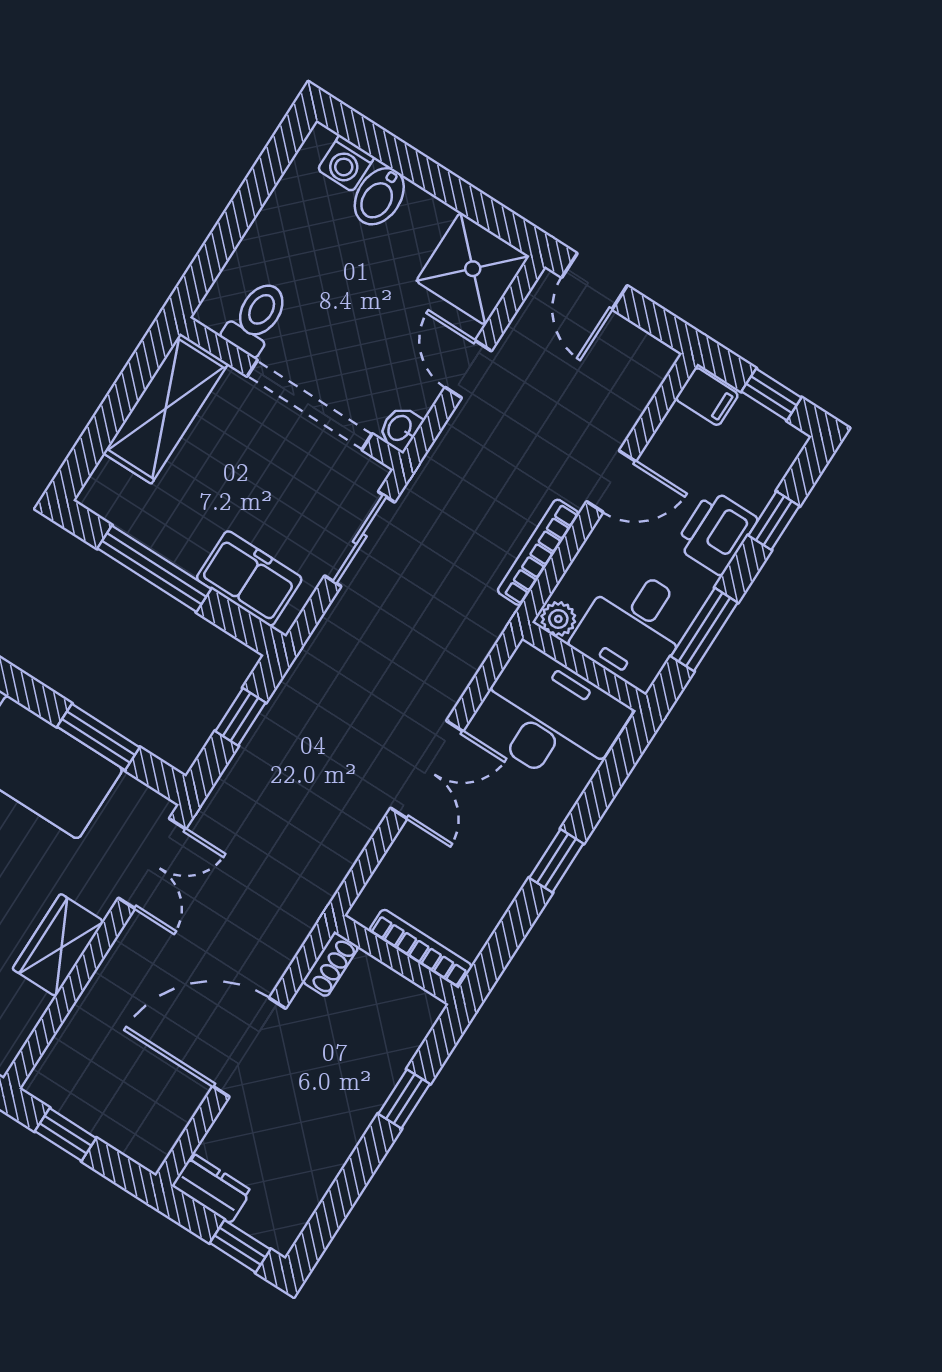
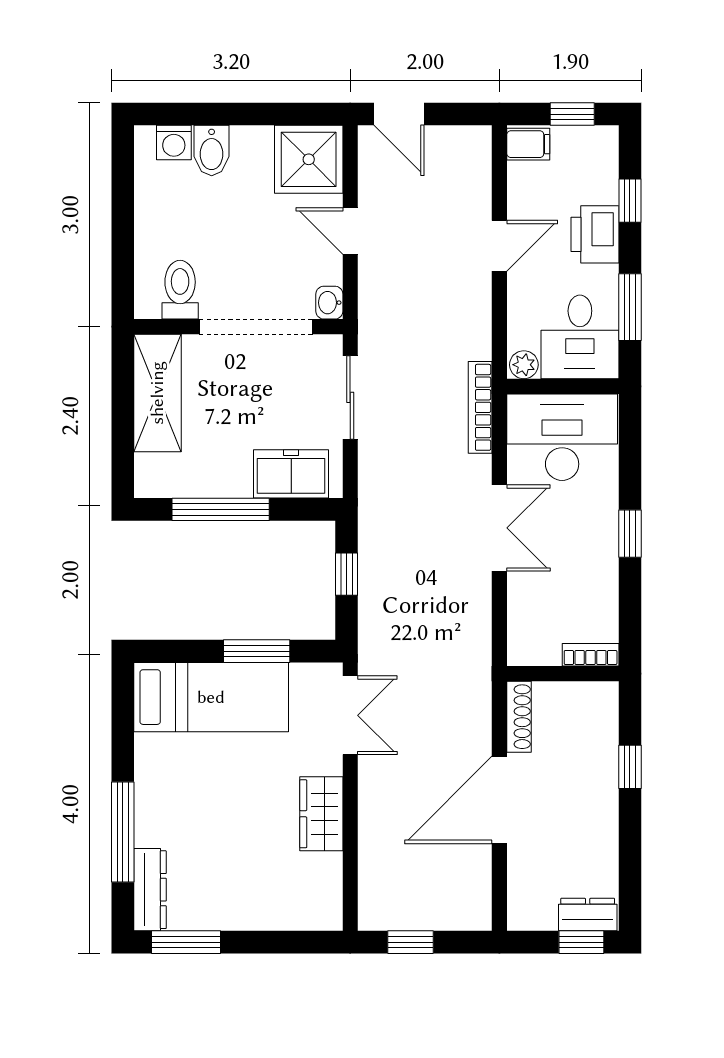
bookcase: (538, 552) -> (480, 407), moved
bookcase: (421, 948) -> (591, 655), width x0.64
shoe rack: (331, 964) -> (519, 717), width x1.43
dresser: (212, 1188) -> (588, 915), moved

